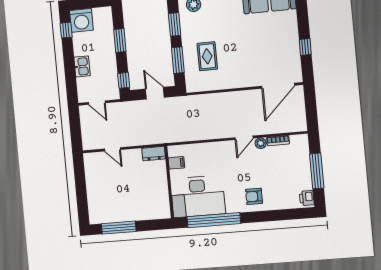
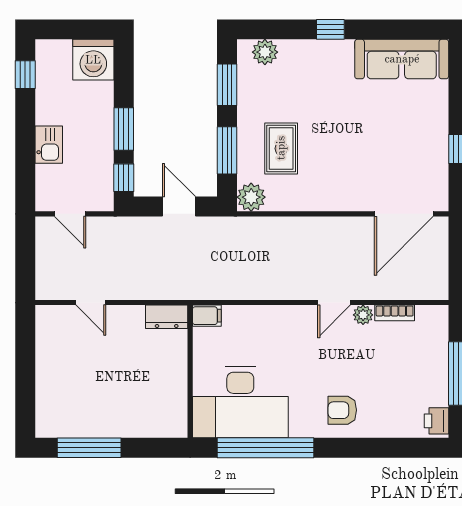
washing machine: (81, 20) -> (93, 60), moved
window: (120, 40) -> (124, 129), moved
plant: (193, 84) -> (251, 197), added
filing cabinet: (176, 163) -> (207, 316), moved

